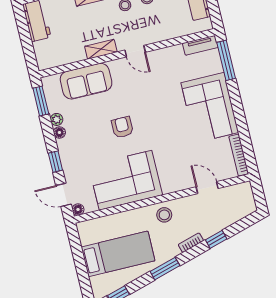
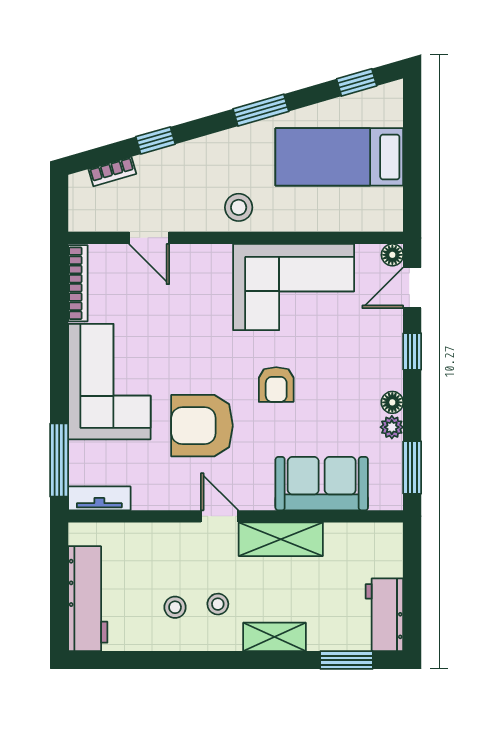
shelving: (101, 49) -> (281, 539), width x1.50, depth x1.33
armchair: (156, 96) -> (202, 426), added
door: (63, 195) -> (412, 288), swing flipped
bookcase: (191, 243) -> (112, 171), moved

